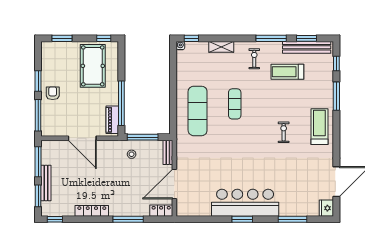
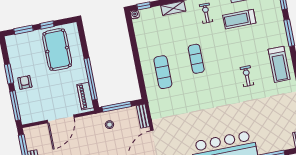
window: (104, 38) -> (47, 25), moved
exercise mat: (198, 111) -> (163, 72), width x0.73, depth x0.69
treadmill: (319, 127) -> (279, 64), turned 180
door: (82, 138) -> (61, 119), hinge flipped

